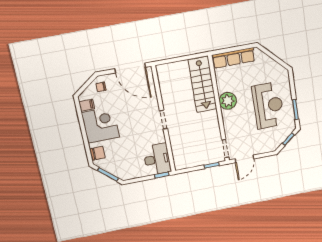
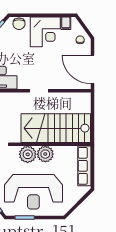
door: (130, 68) -> (92, 69), hinge flipped
stairs: (203, 84) -> (56, 128), width x1.36, depth x1.51
reception desk: (268, 105) -> (33, 192), width x1.36, depth x1.30
plant: (231, 119) -> (28, 154), added

